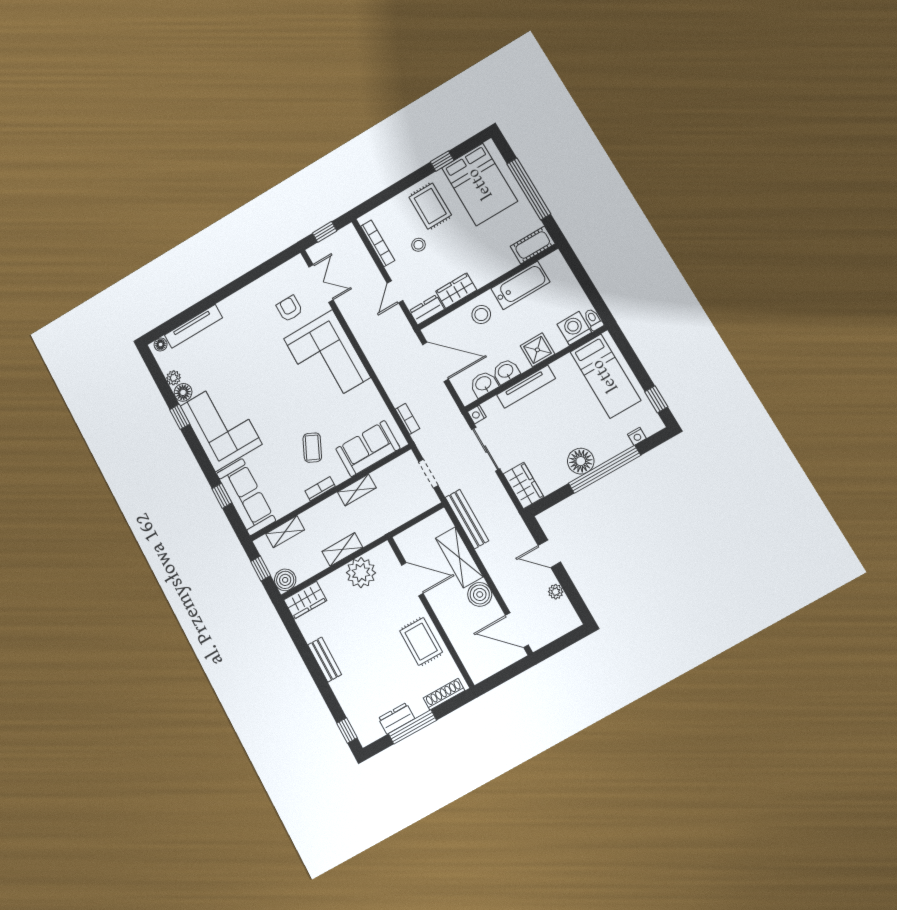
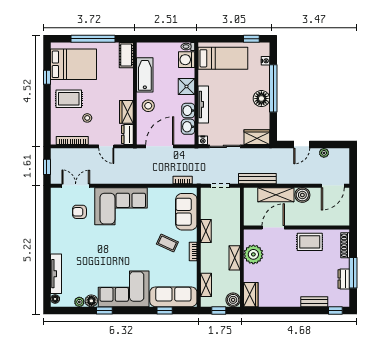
bench: (325, 660) -> (314, 302), moved

